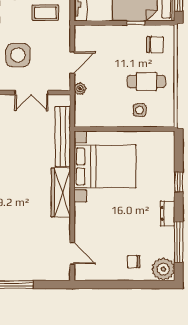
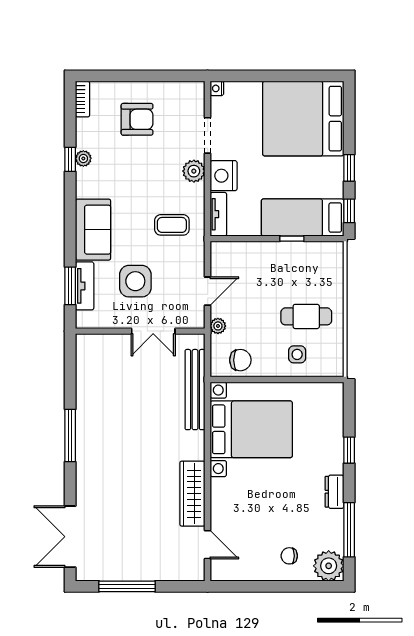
chair: (155, 45) -> (240, 360), moved
wardrobe: (61, 192) -> (192, 494), moved

